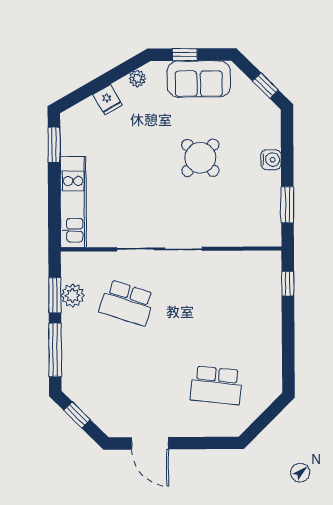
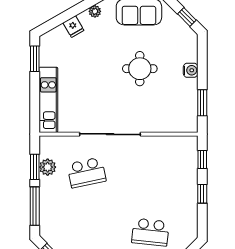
round table: (200, 158) -> (140, 69), turned 45
school desk: (127, 303) -> (86, 173), turned -30
window: (288, 332) -> (202, 194), added

